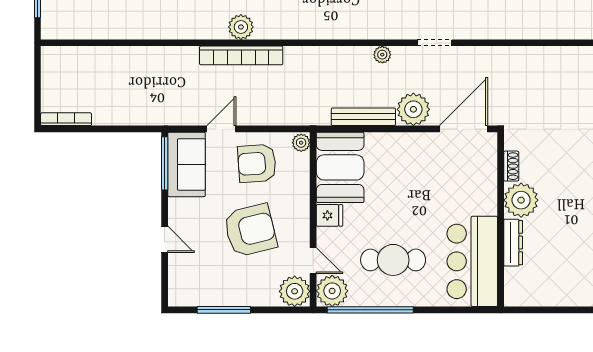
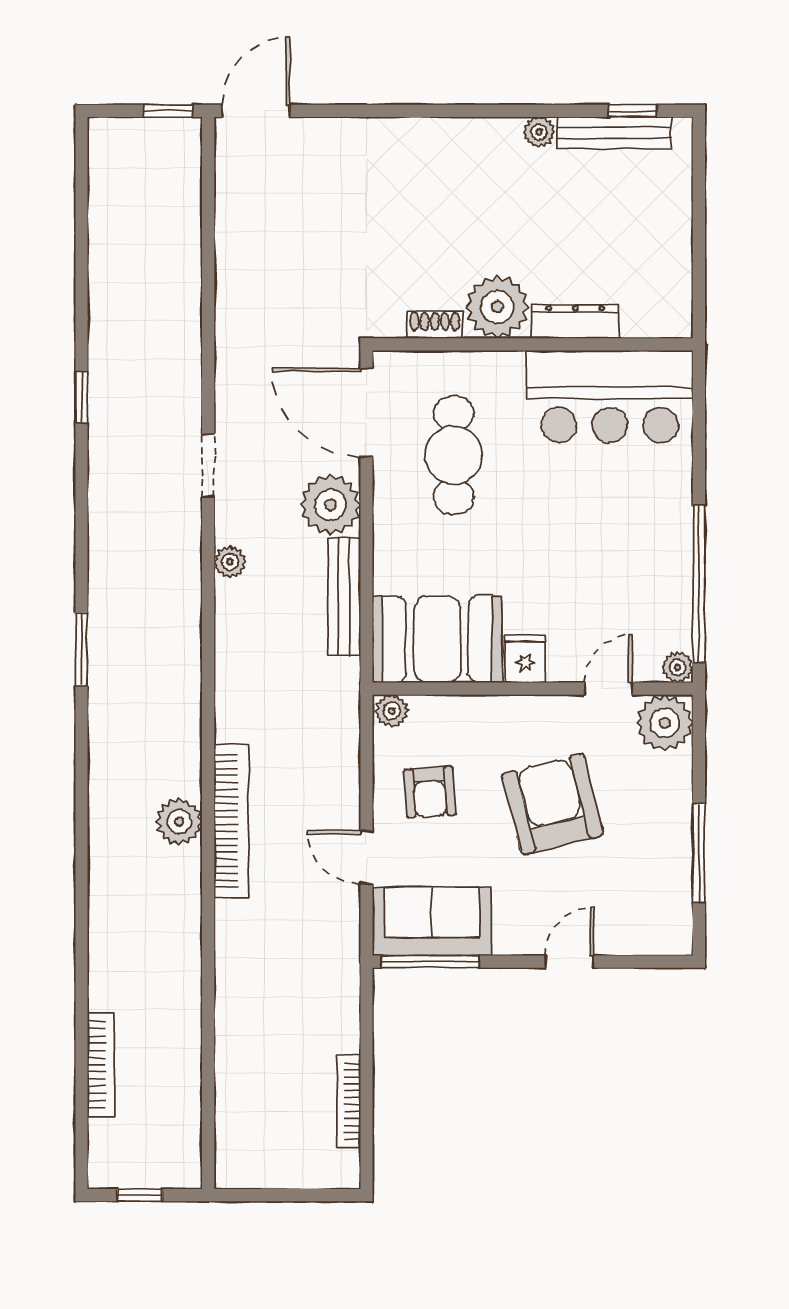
bookcase: (66, 119) -> (349, 1101), moved
armchair: (257, 163) -> (430, 792), width x0.72, depth x0.72
cafe table: (393, 260) -> (454, 455), moved
plant: (332, 291) -> (678, 667), width x0.53, depth x0.53

